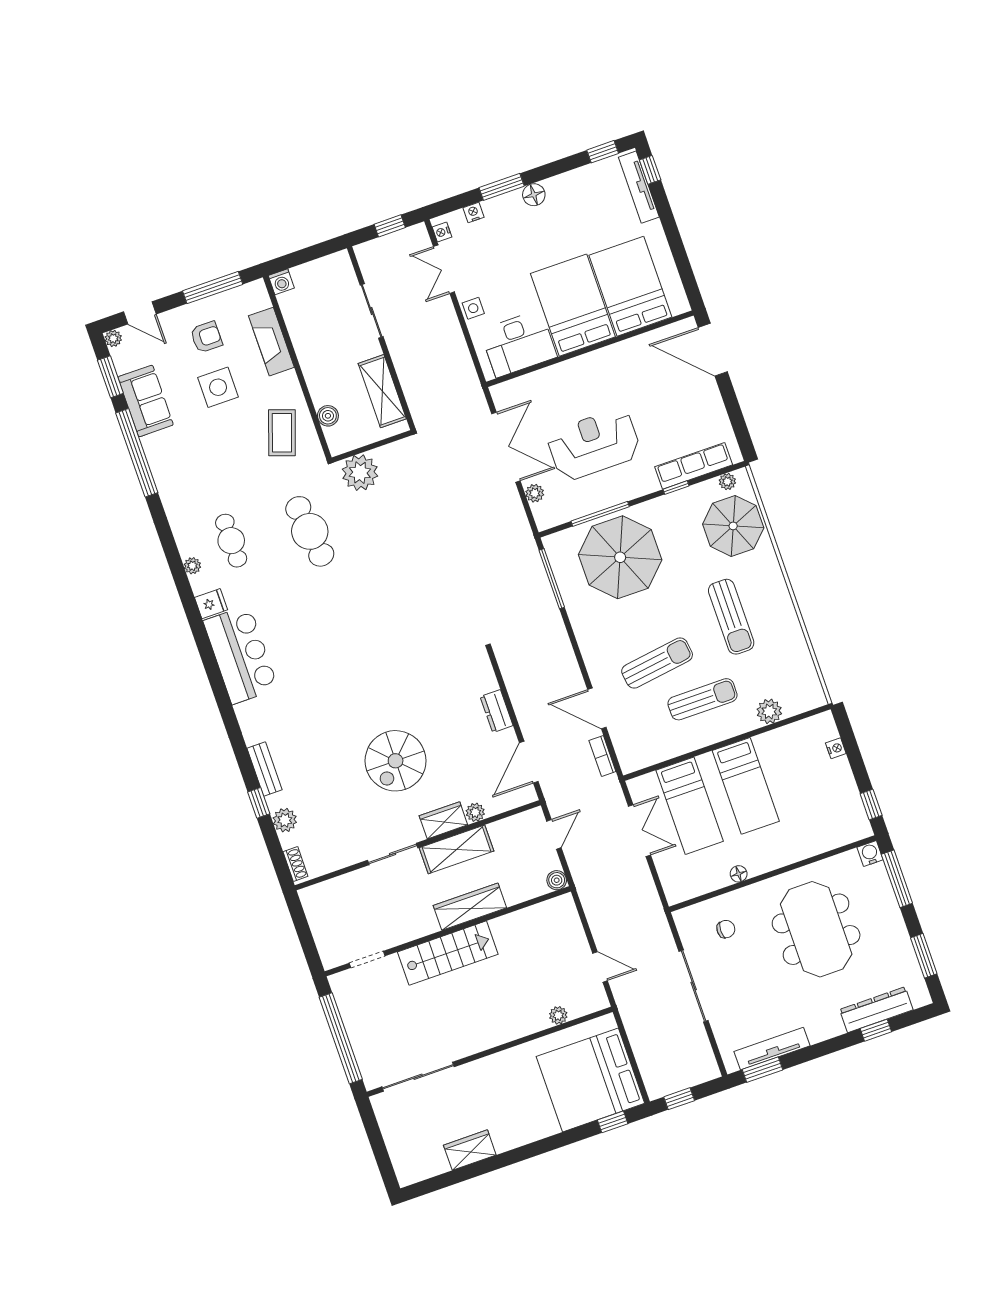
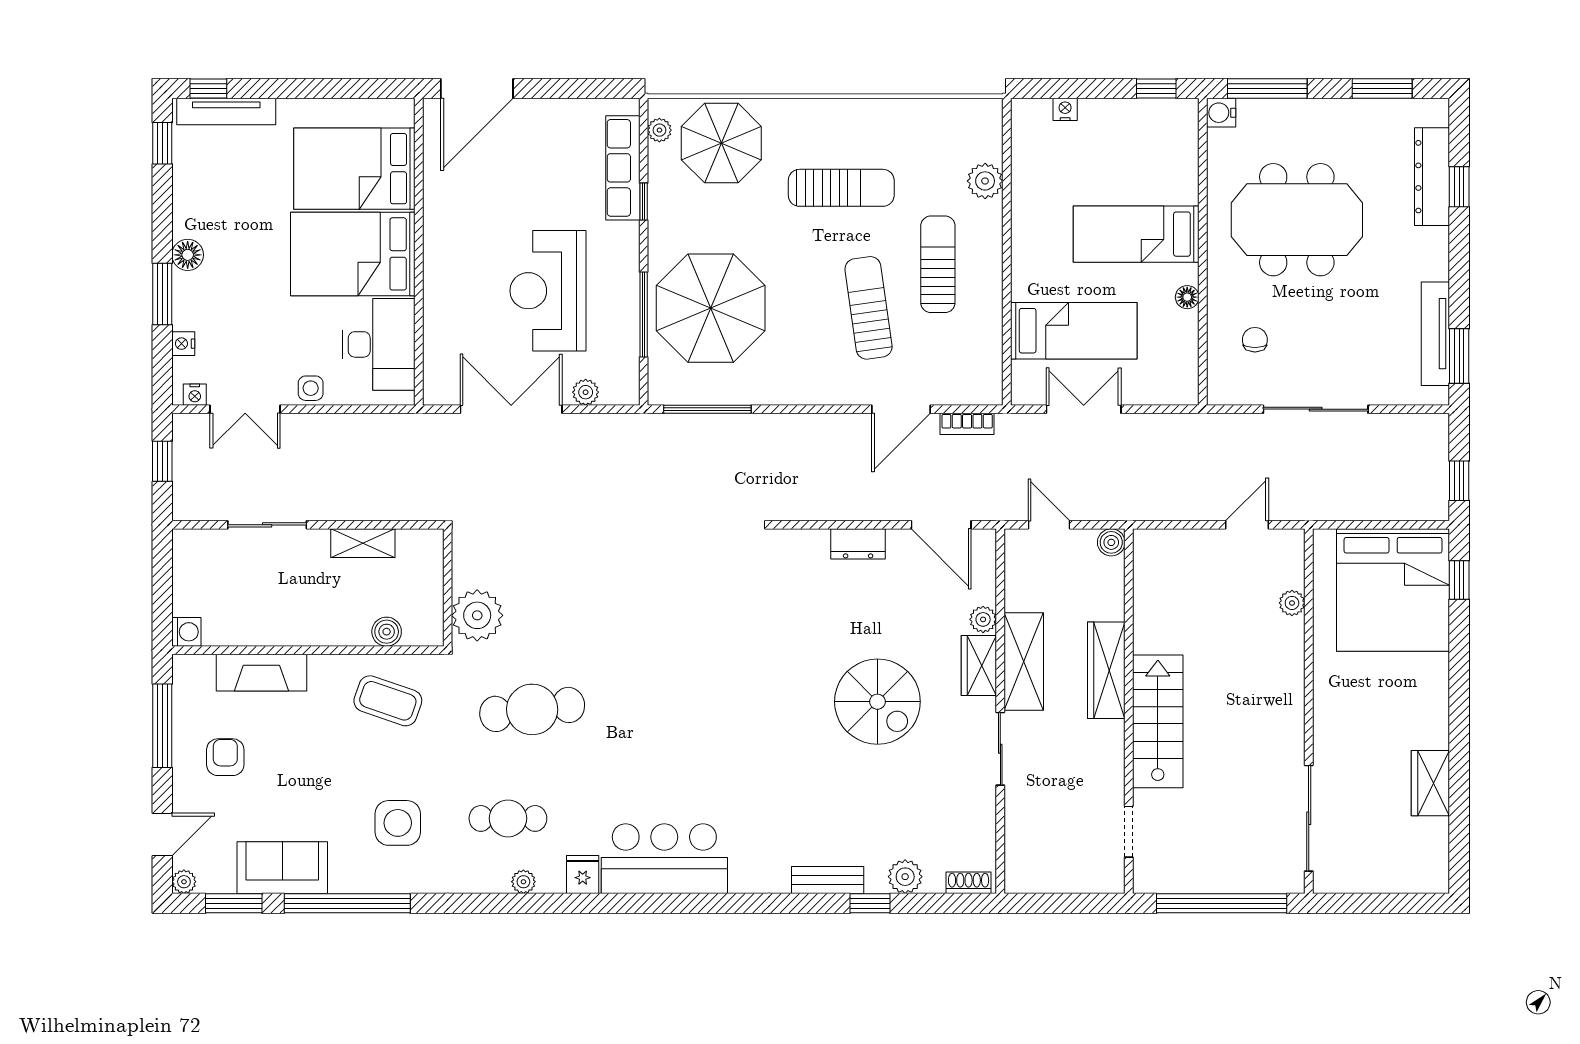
side table: (218, 387) -> (398, 823), moved
shelving: (382, 391) -> (363, 543), width x0.67, depth x0.75
bed: (746, 786) -> (1136, 234), moved, turned 180

